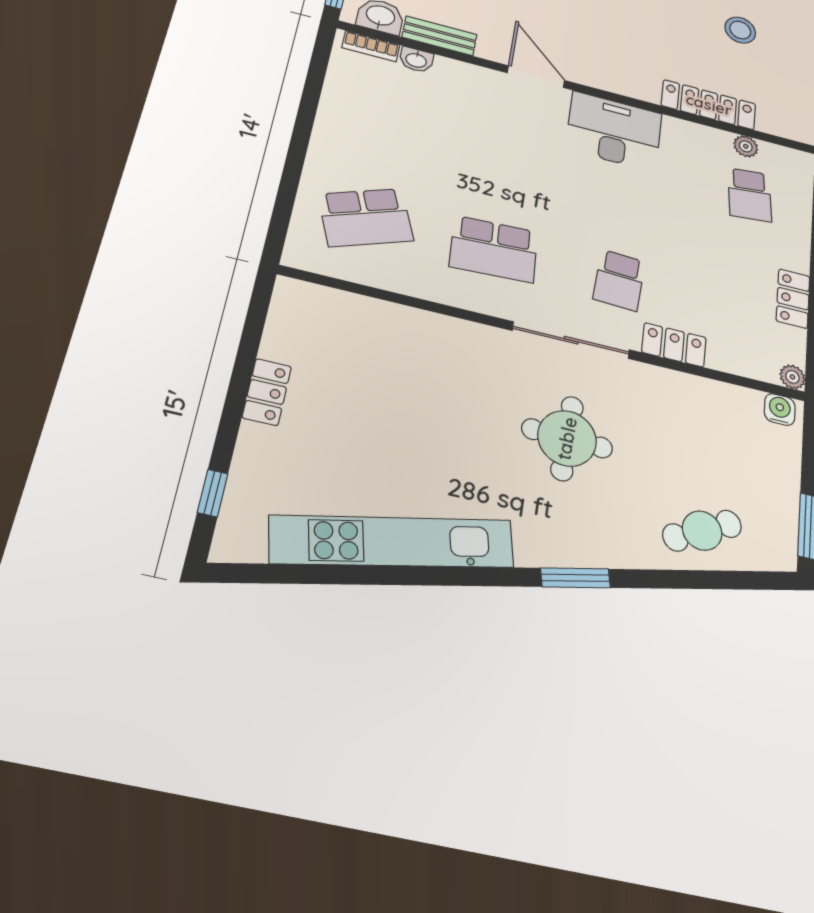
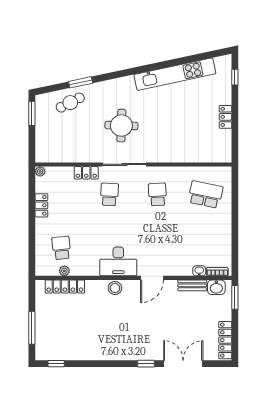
stool: (740, 30) -> (115, 288), moved
door: (536, 77) -> (152, 278), hinge flipped
locker: (709, 105) -> (65, 287), moved
school desk: (366, 217) -> (205, 194), turned 33
school desk: (494, 249) -> (157, 194), width x0.54
water cooler: (780, 409) -> (44, 157), removed
window: (575, 578) -> (81, 82), moved

